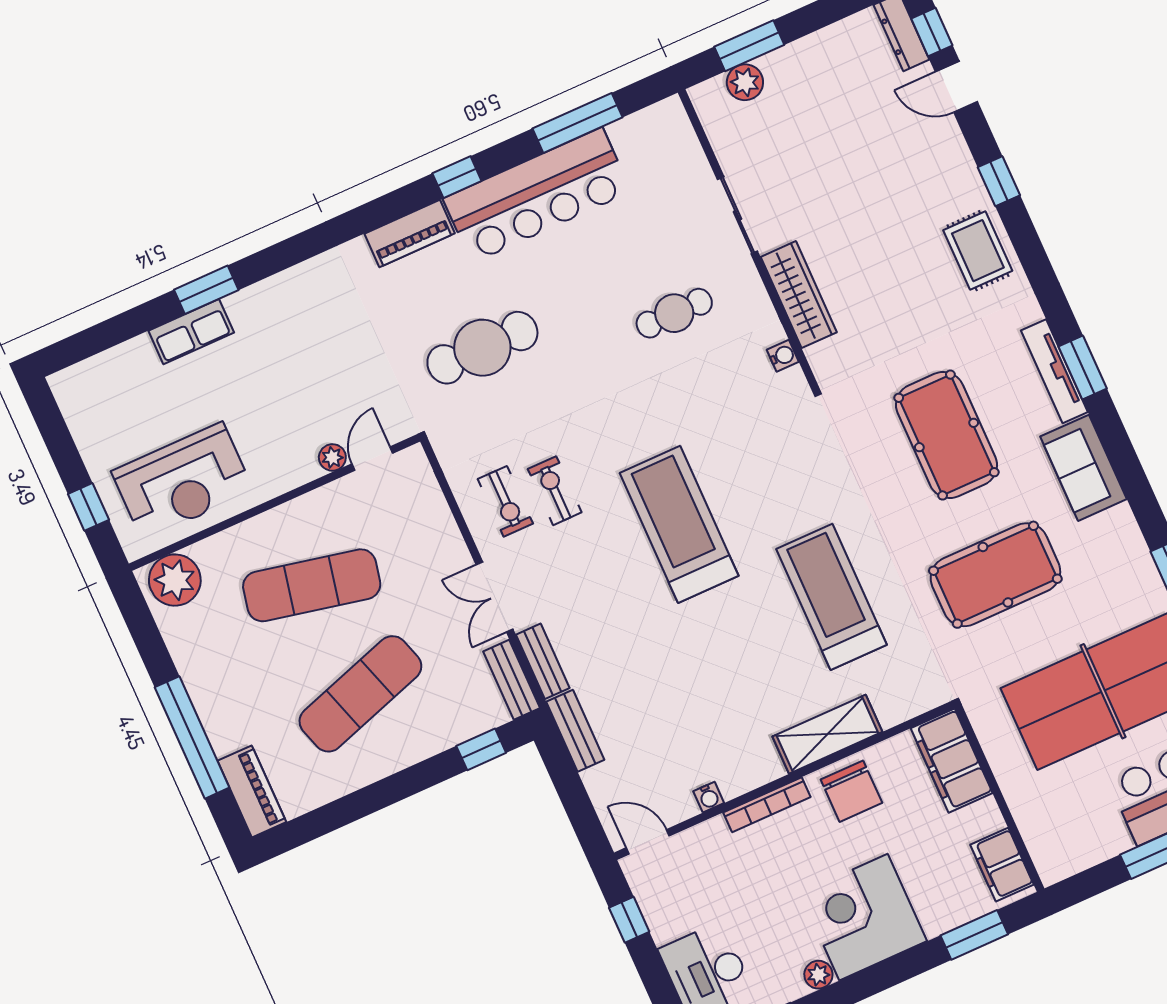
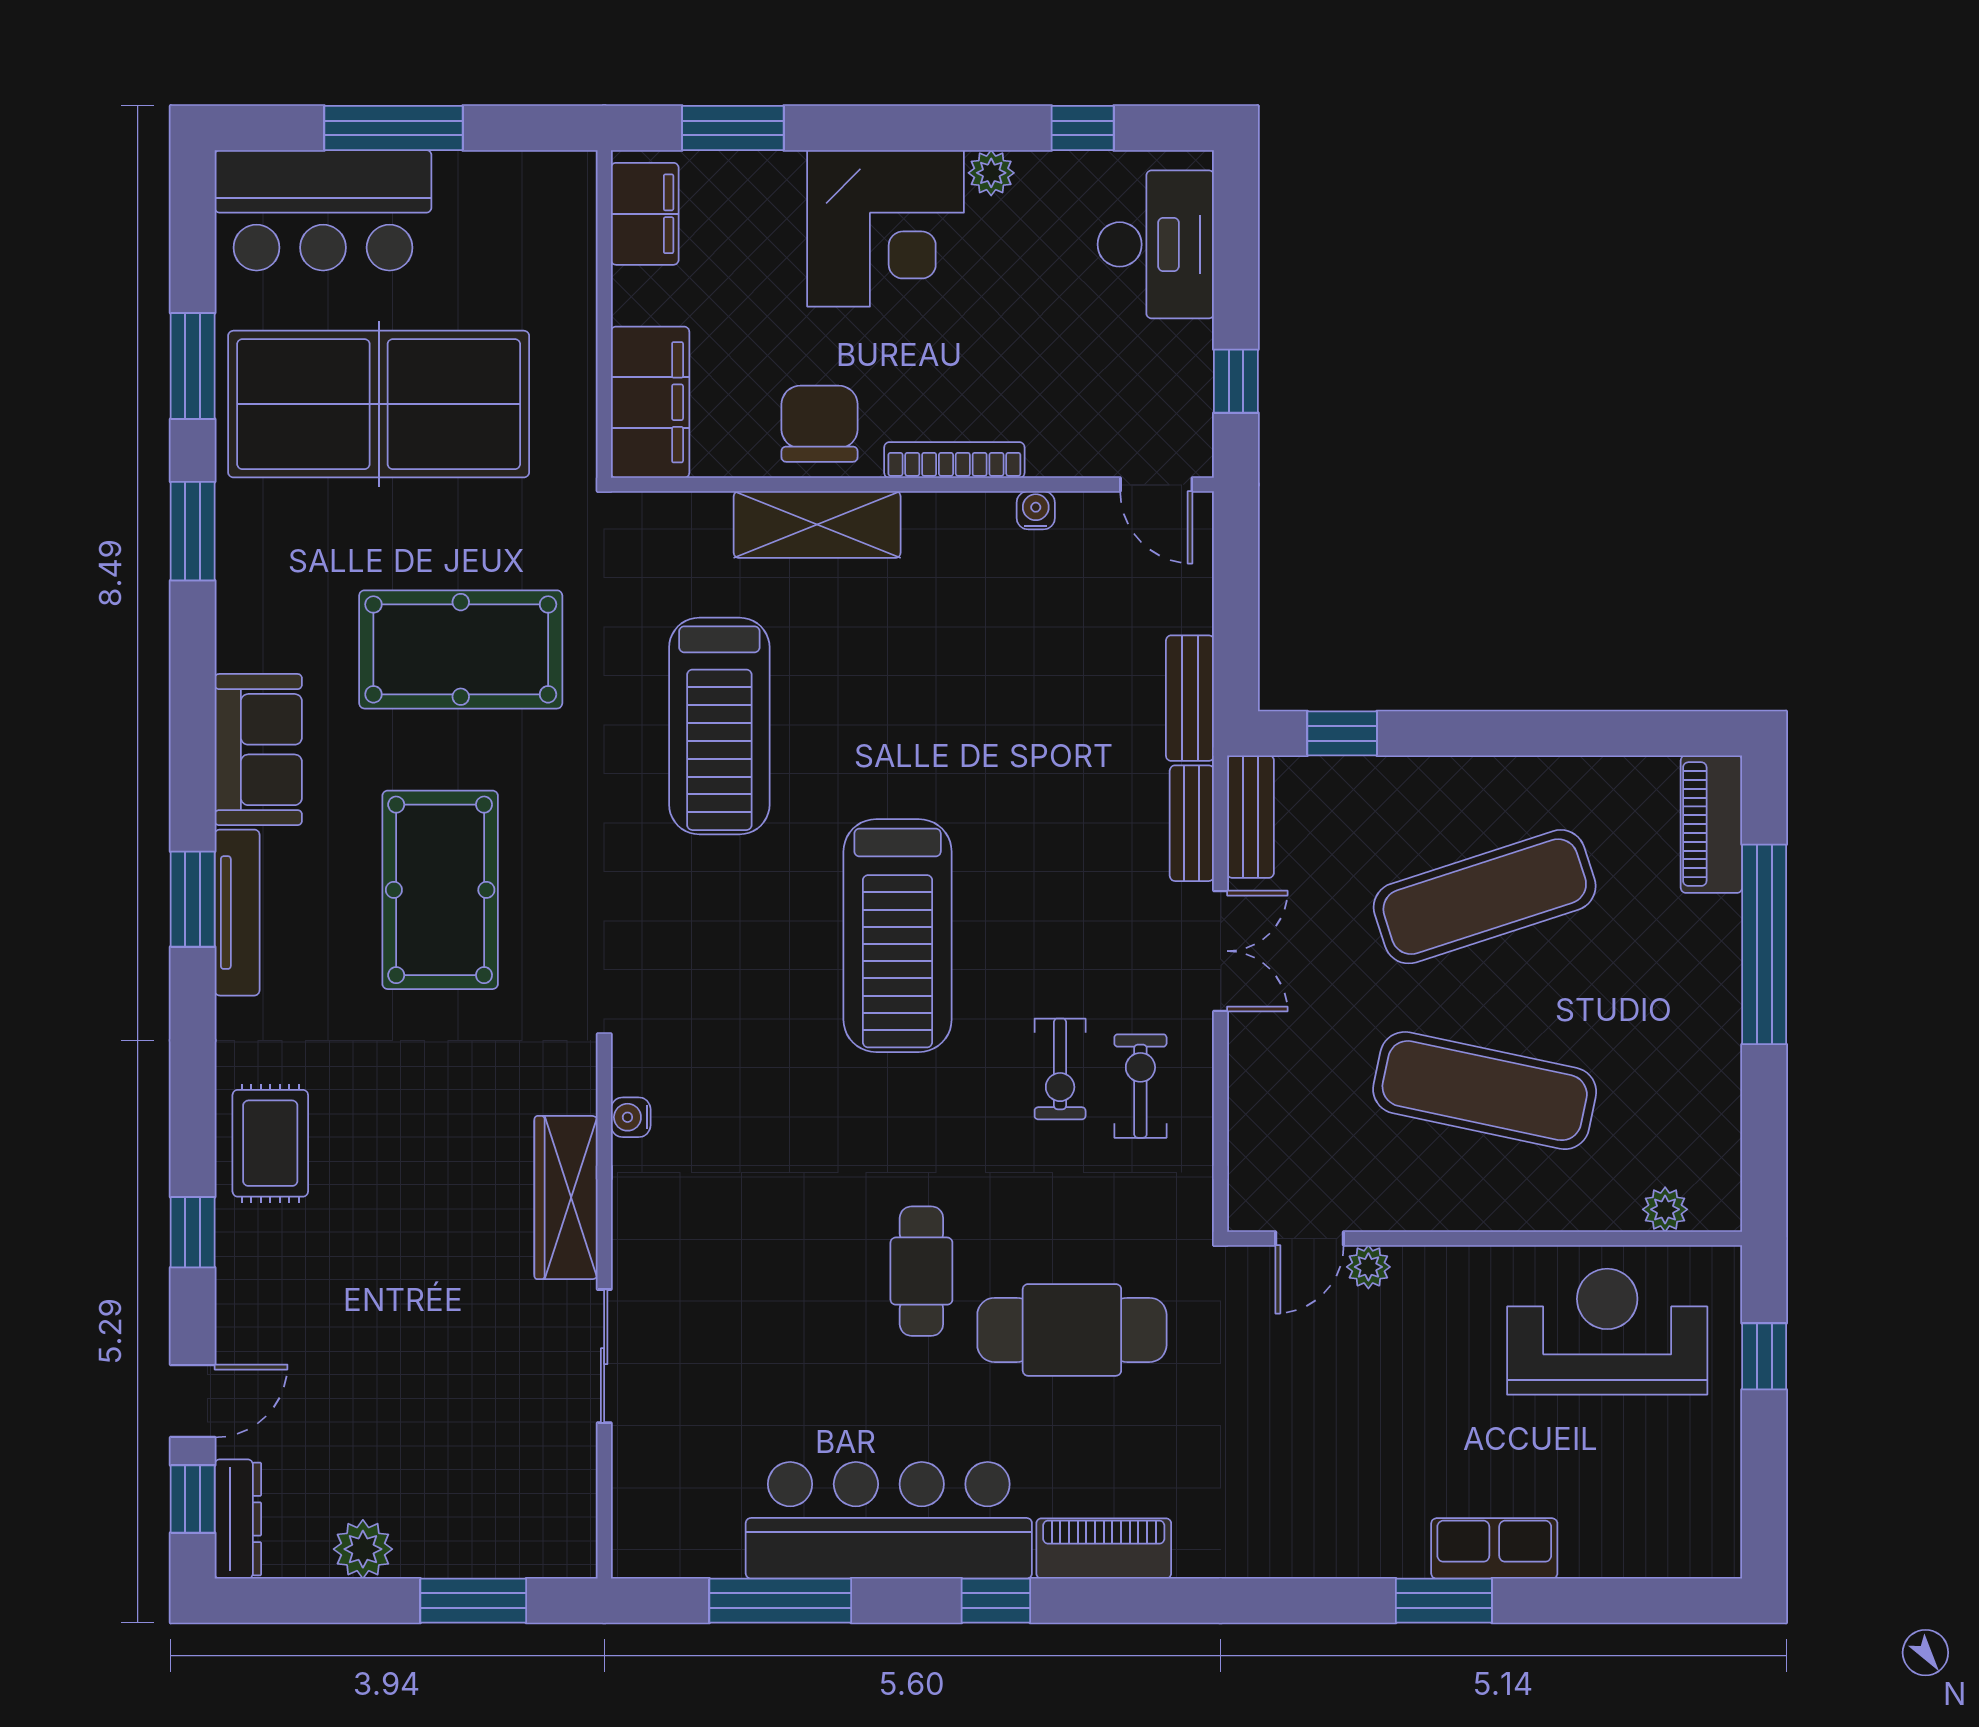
plant: (745, 82) -> (363, 1549), moved
door: (956, 87) -> (193, 1401), hinge flipped
cafe table: (674, 313) -> (921, 1271), moved, turned 90
plant: (175, 580) -> (1665, 1209), width x0.53, depth x0.53

